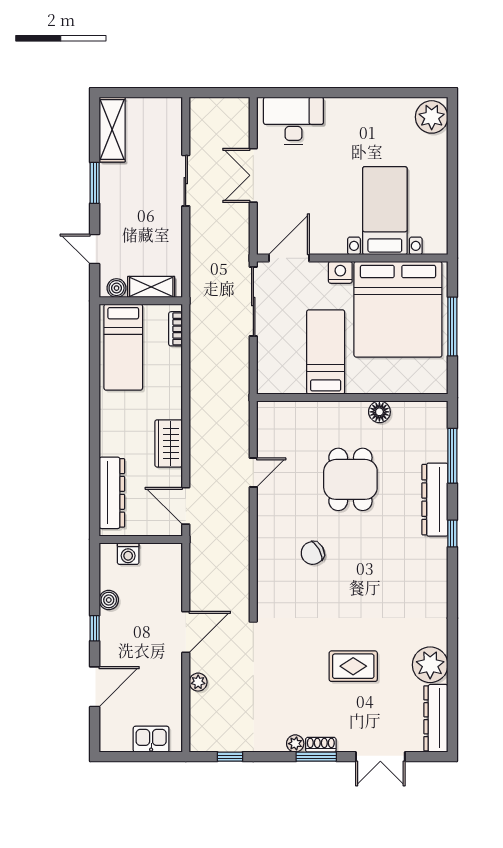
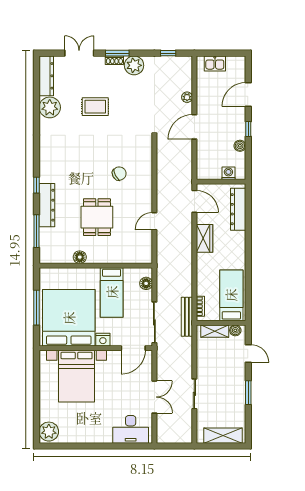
shelving: (112, 130) -> (223, 436), moved, turned 90
bed with nightstands: (385, 211) -> (77, 376), width x1.36
bench: (198, 311) -> (187, 317), added
floor lamp: (267, 367) -> (146, 283), added
plant: (295, 744) -> (134, 65), width x1.87, depth x1.87

